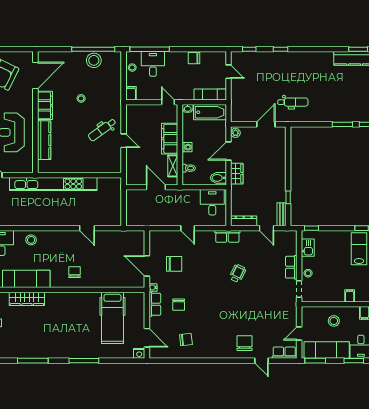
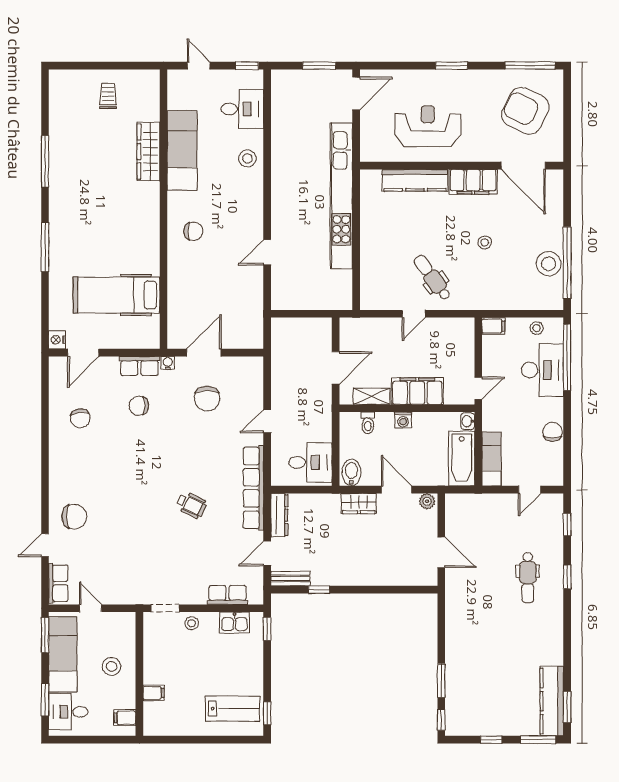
desk: (153, 64) -> (543, 370), width x1.37
dental chair: (293, 102) -> (528, 578), moved
row of seats: (227, 236) -> (253, 488), width x2.02
row of seats: (291, 267) -> (228, 595), moved

